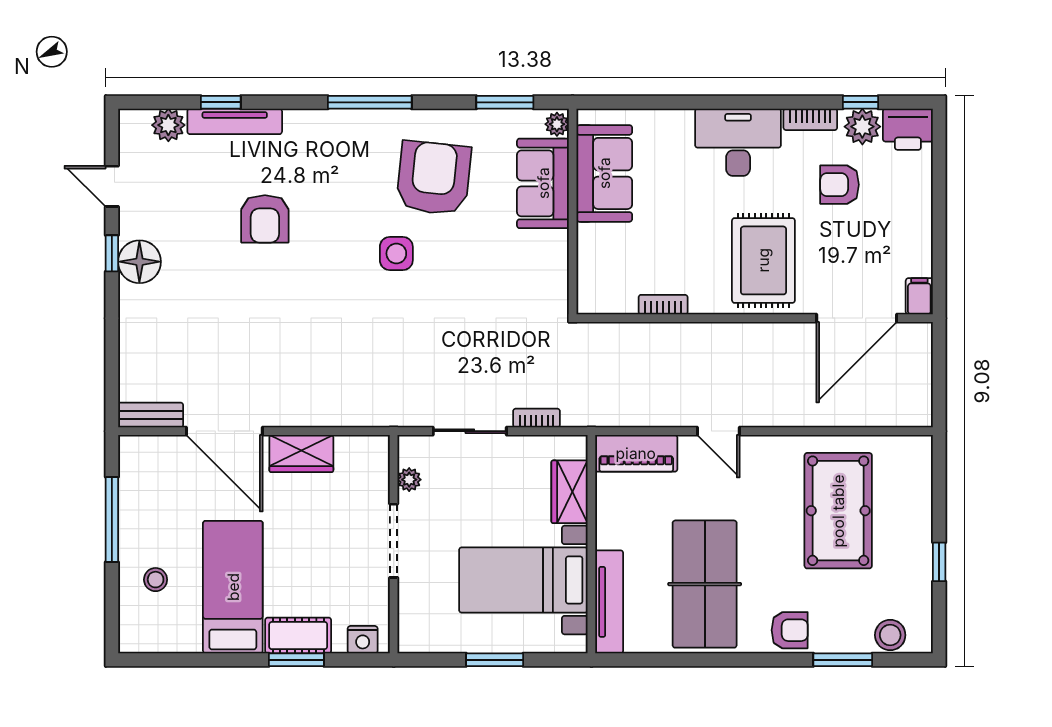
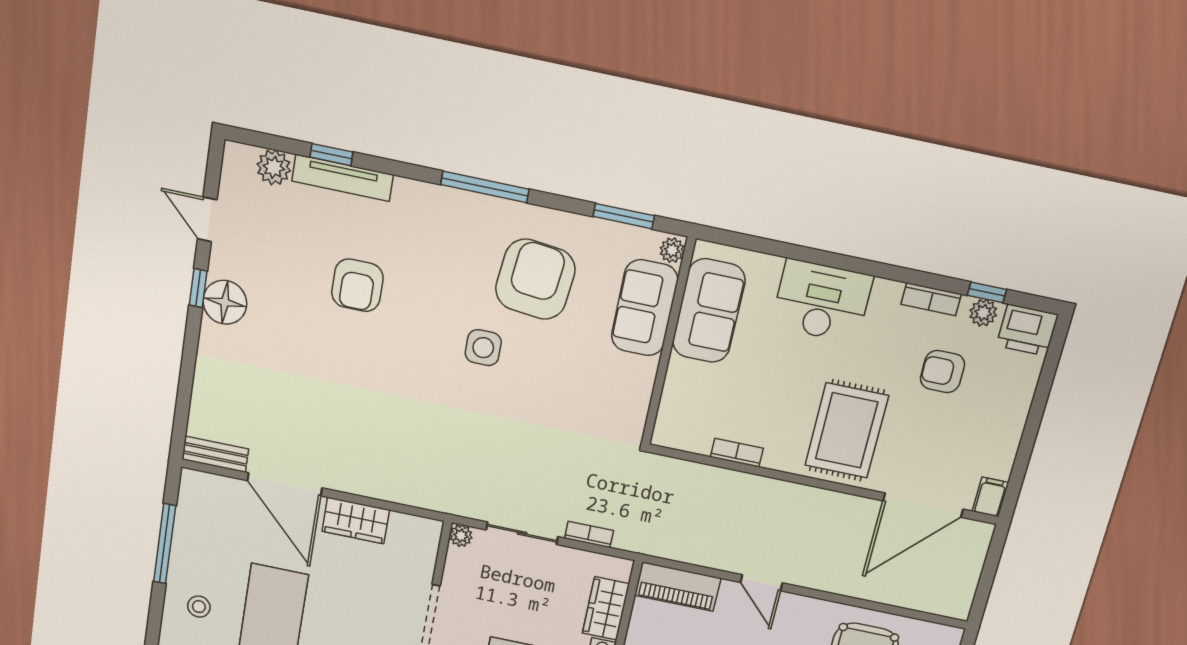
plant: (862, 127) -> (983, 313), width x0.73, depth x0.73
desk: (738, 142) -> (822, 301), moved
plant: (409, 480) -> (461, 536), moved

